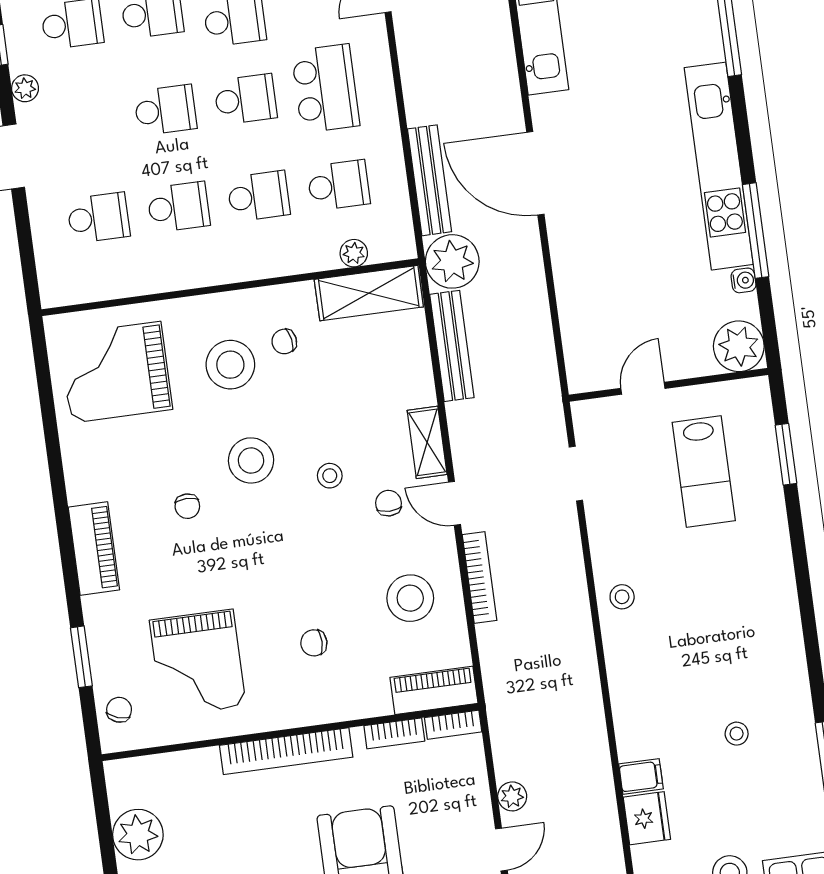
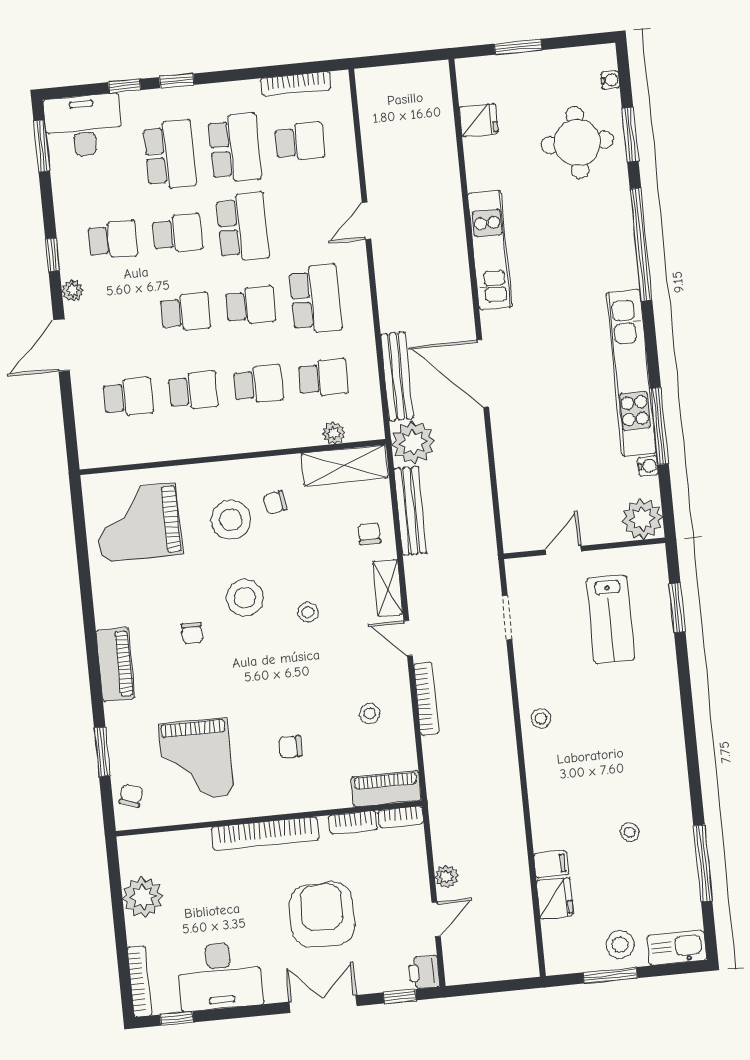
chair: (388, 503) -> (369, 534), moved
stool: (410, 598) -> (370, 713), width x0.53, depth x0.53

